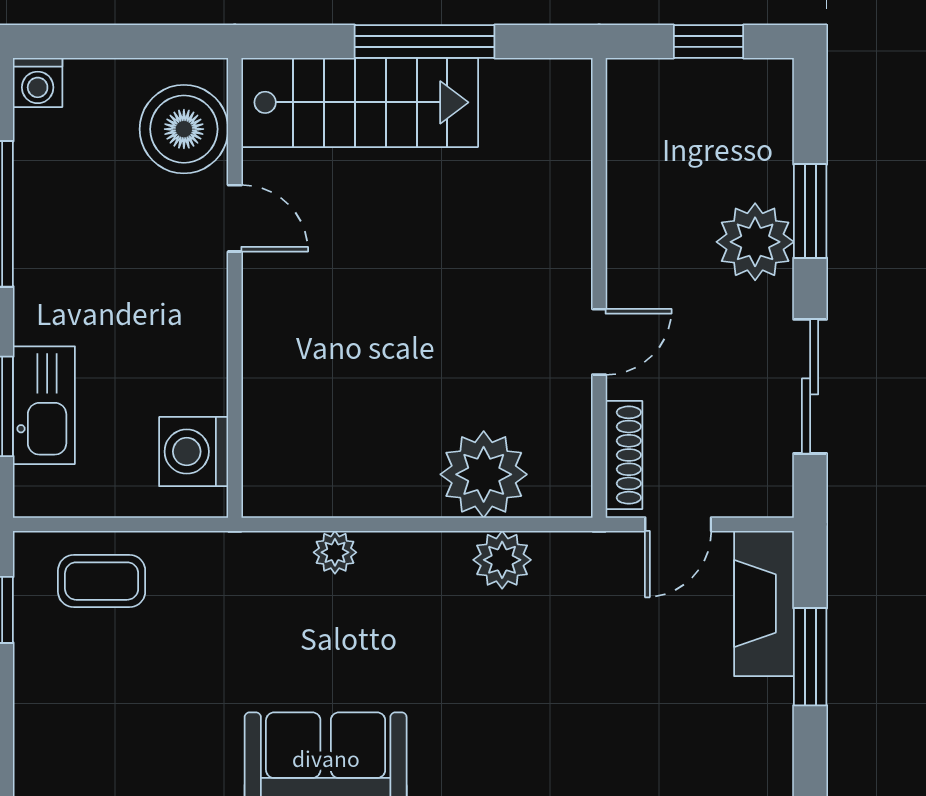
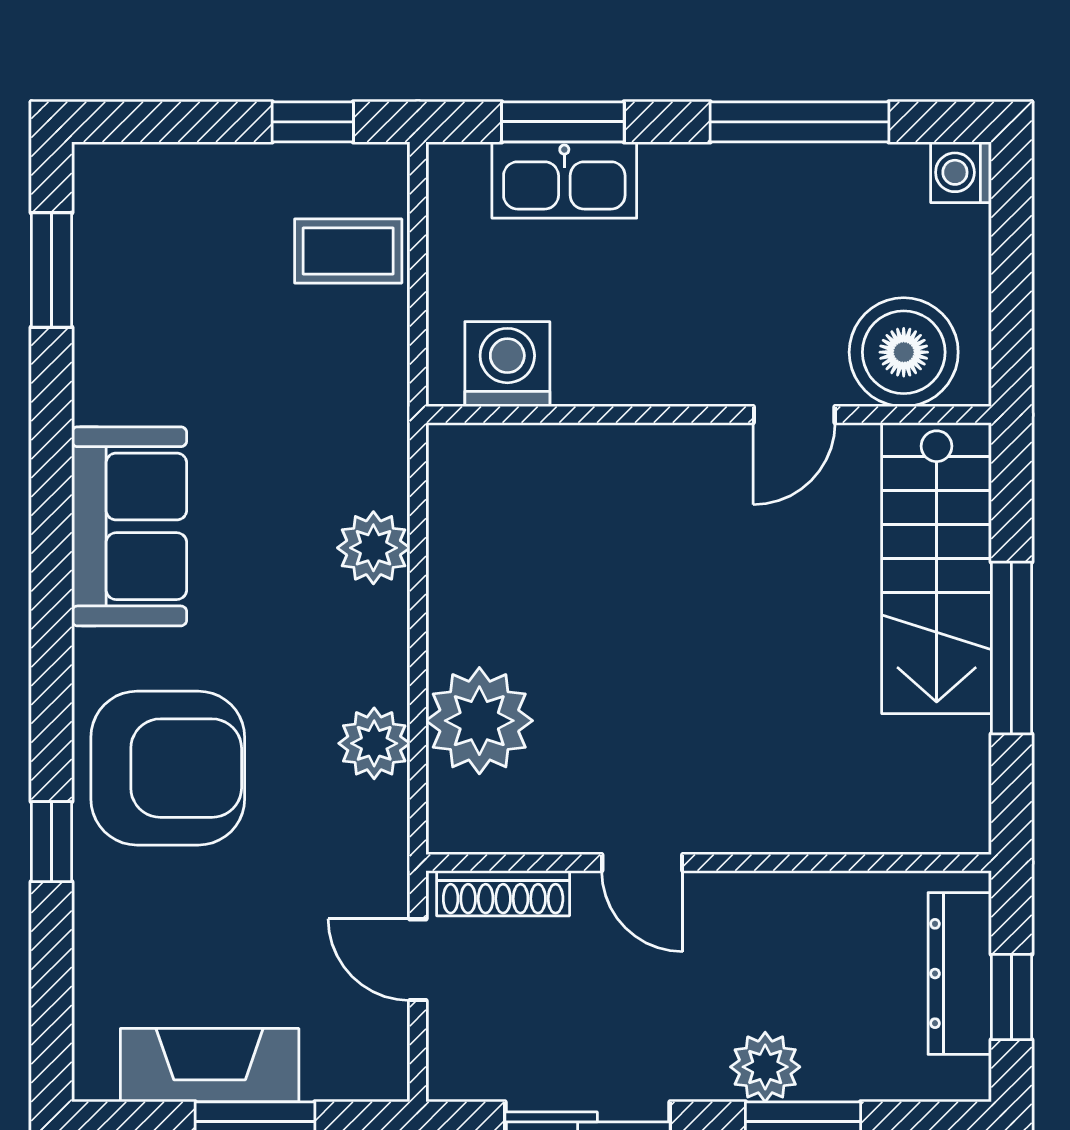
dresser: (689, 84) -> (960, 974), added
plant: (755, 242) -> (765, 1067), width x0.73, depth x0.73
plant: (335, 552) -> (373, 548), width x1.38, depth x1.38
coffee table: (102, 581) -> (348, 251), turned 90
fireplace: (764, 603) -> (210, 1065), moved
armchair: (522, 728) -> (168, 768), added

